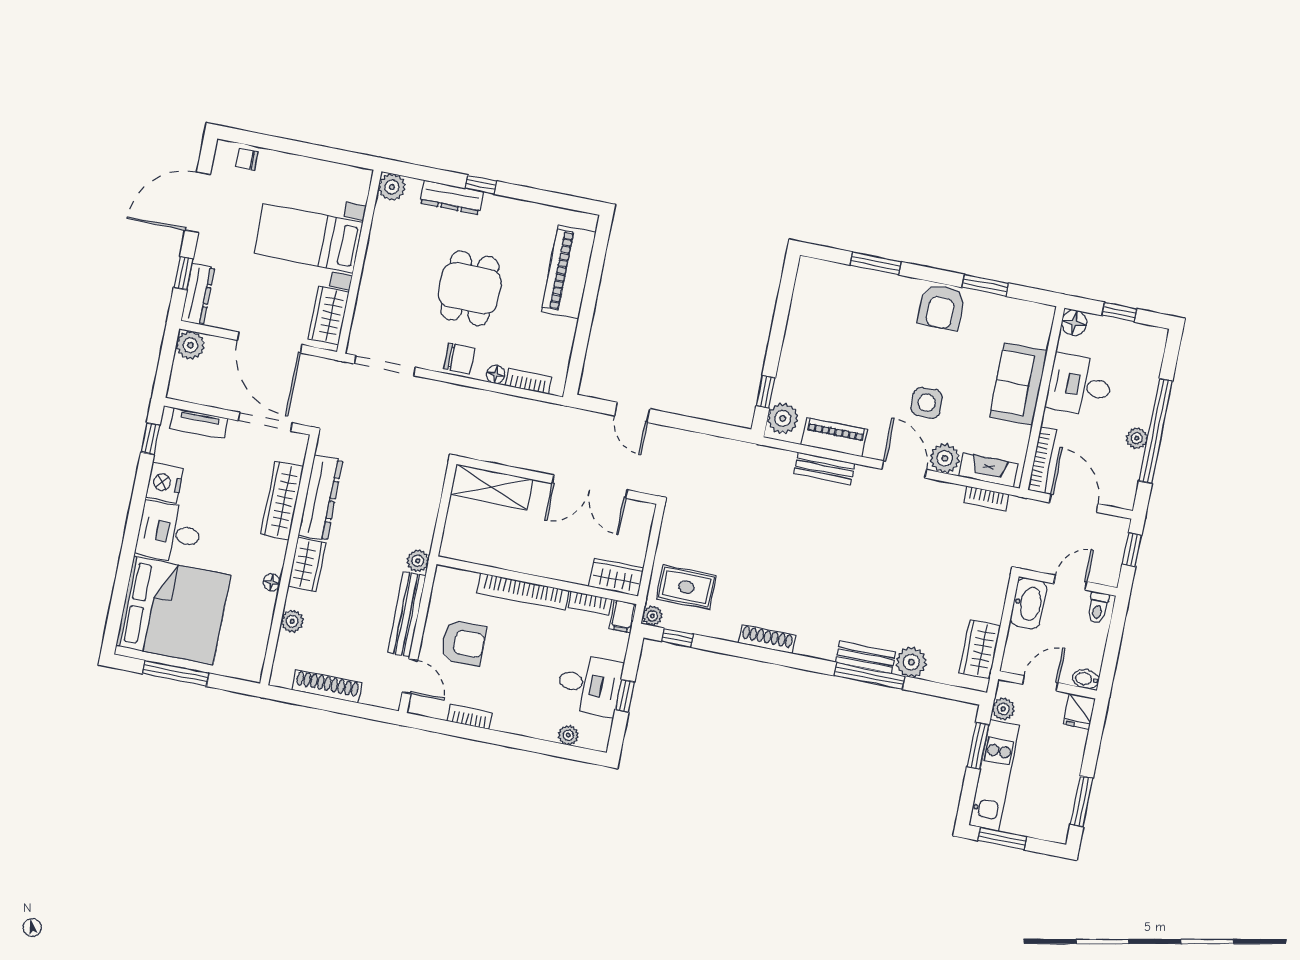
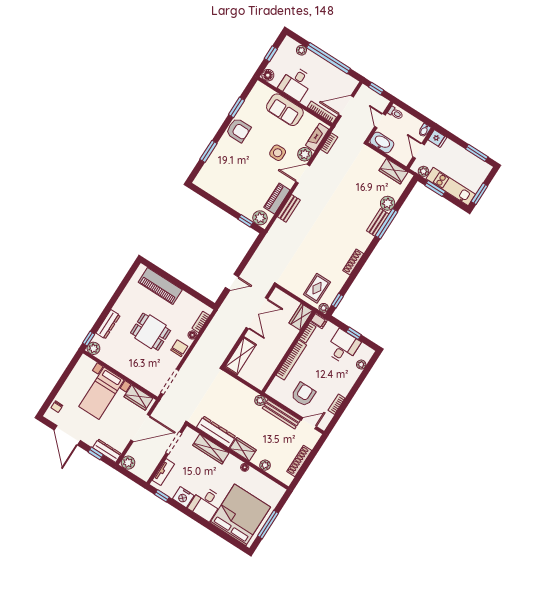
window: (481, 185) -> (89, 339), moved
plant: (1137, 438) -> (301, 50), moved

